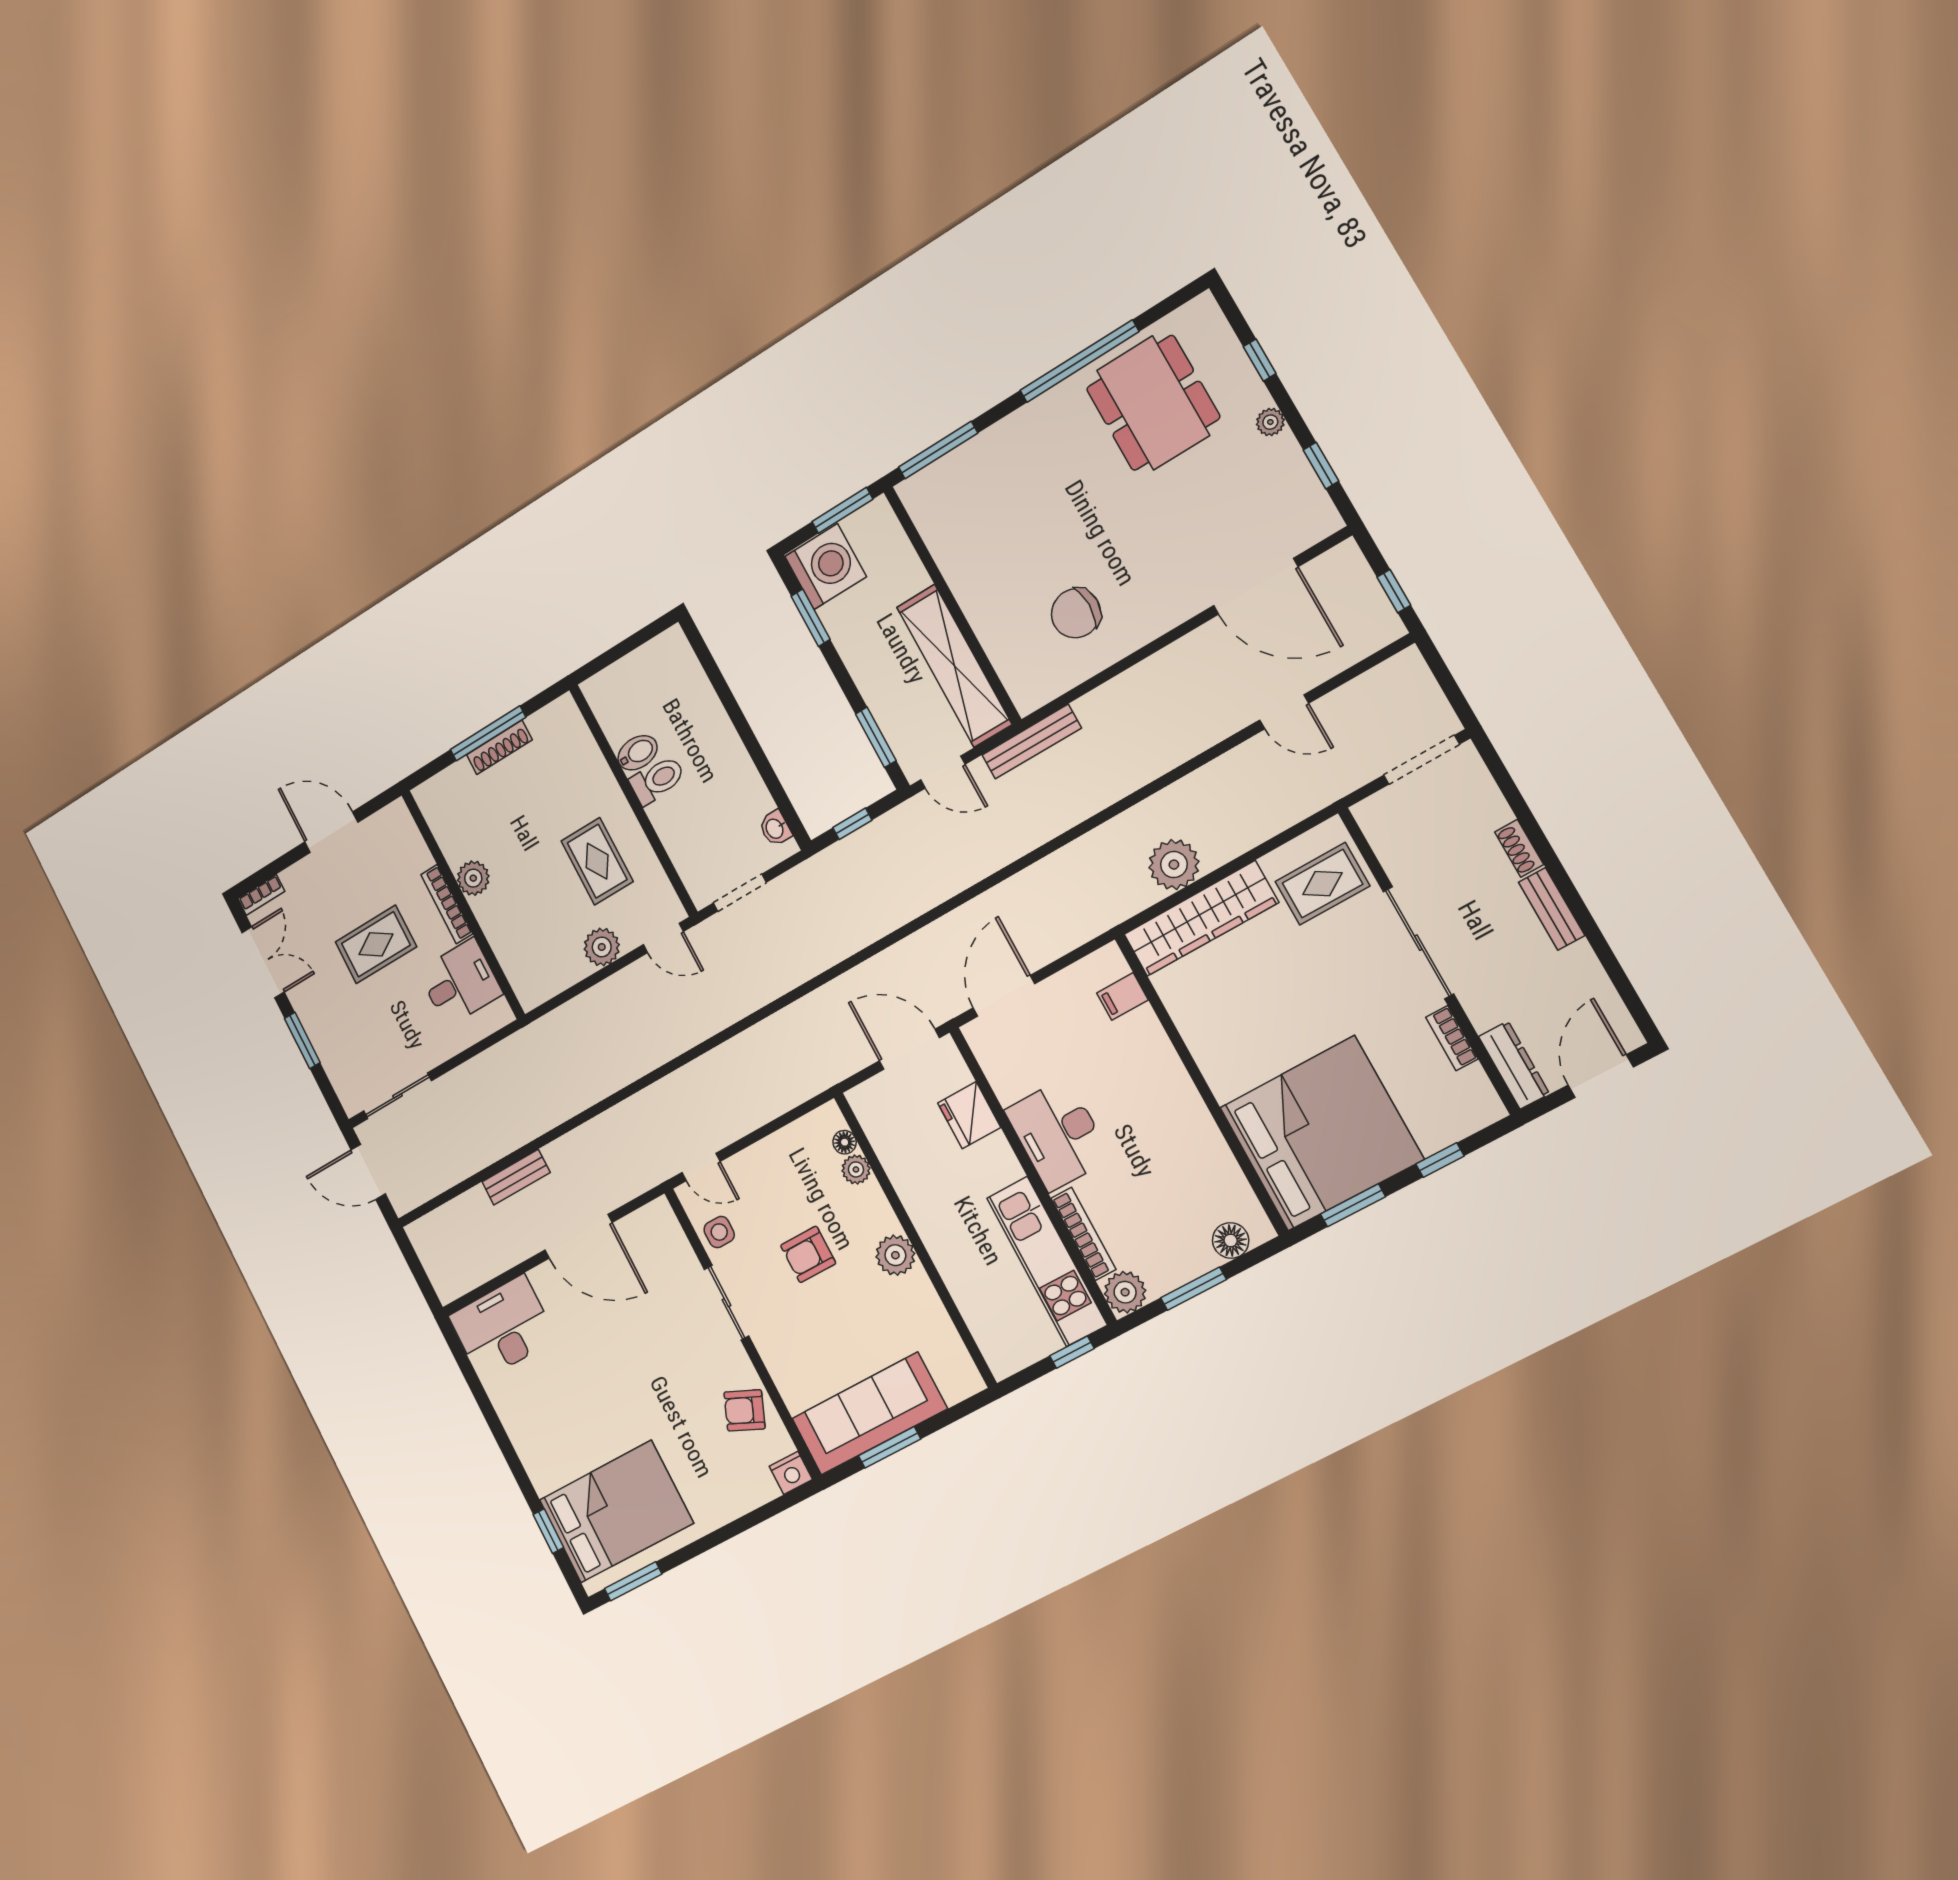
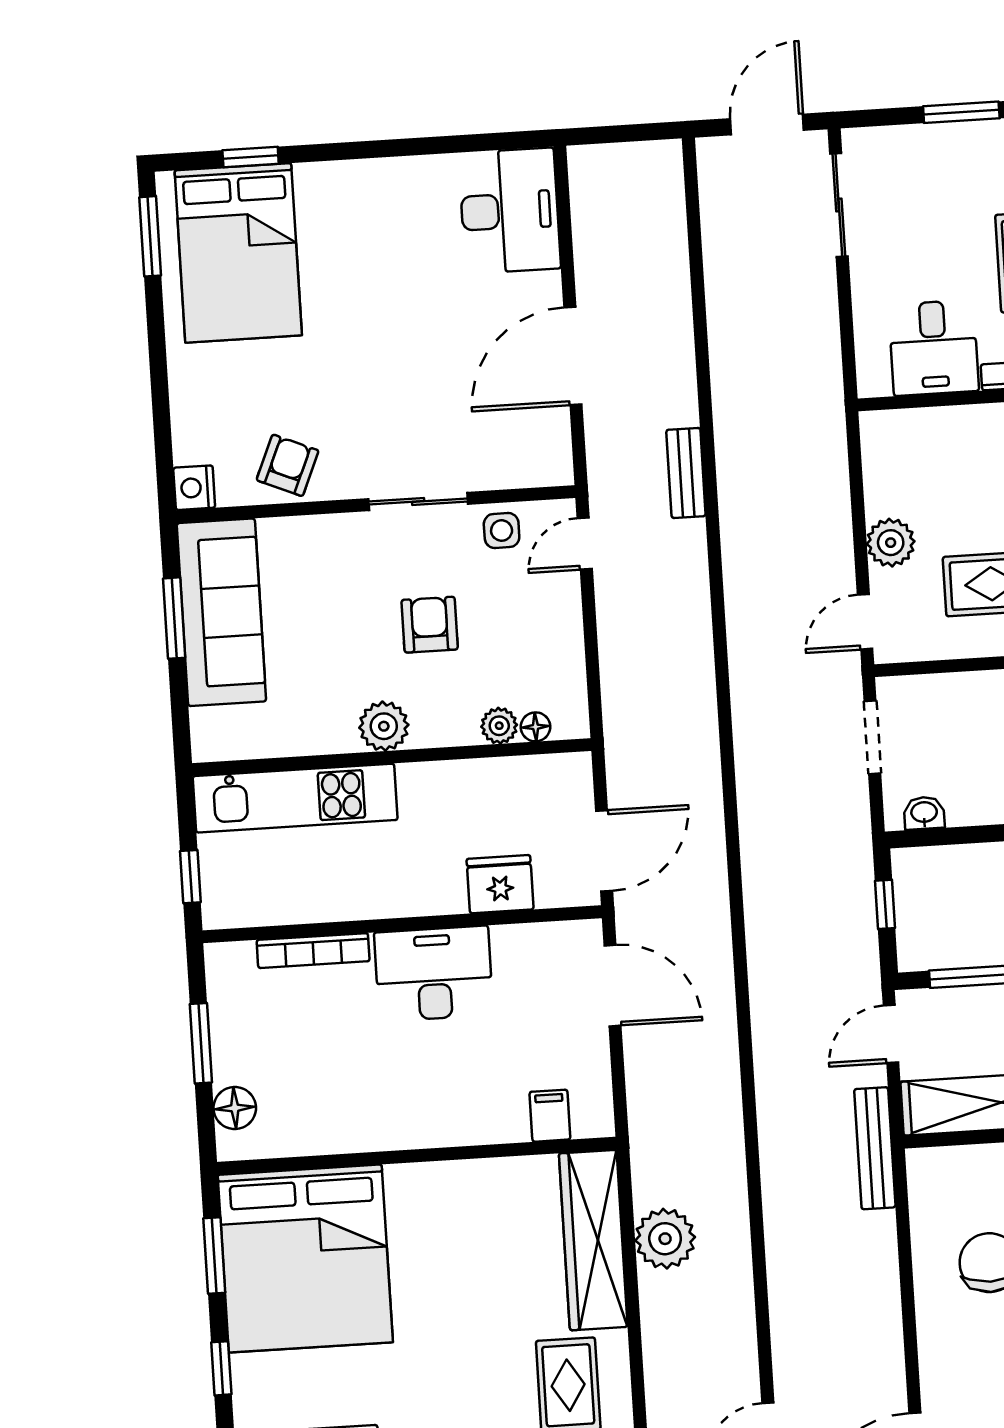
bench: (516, 1177) -> (686, 473), moved
kitchen unit: (1047, 1261) -> (295, 798), moved, turned 180
plant: (1125, 1292) -> (230, 967), removed

